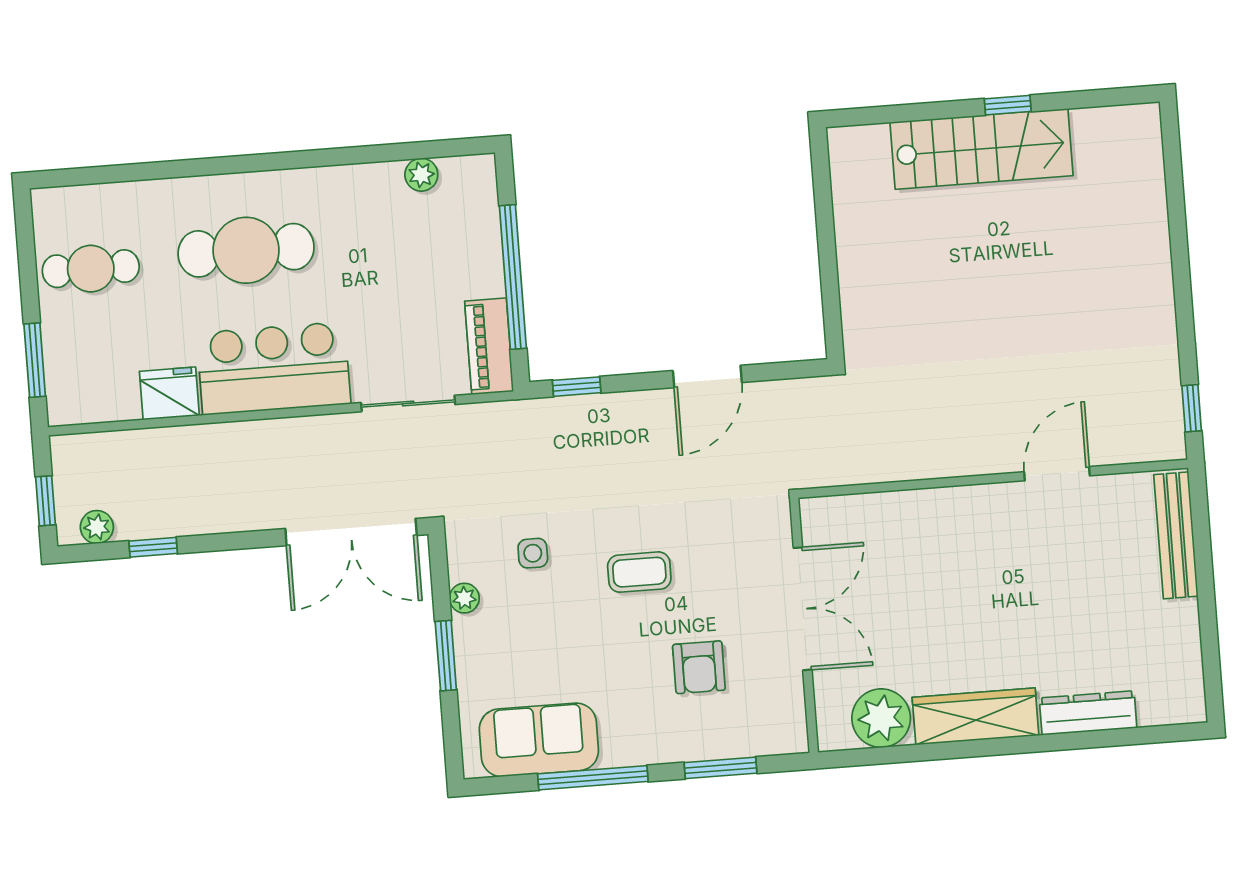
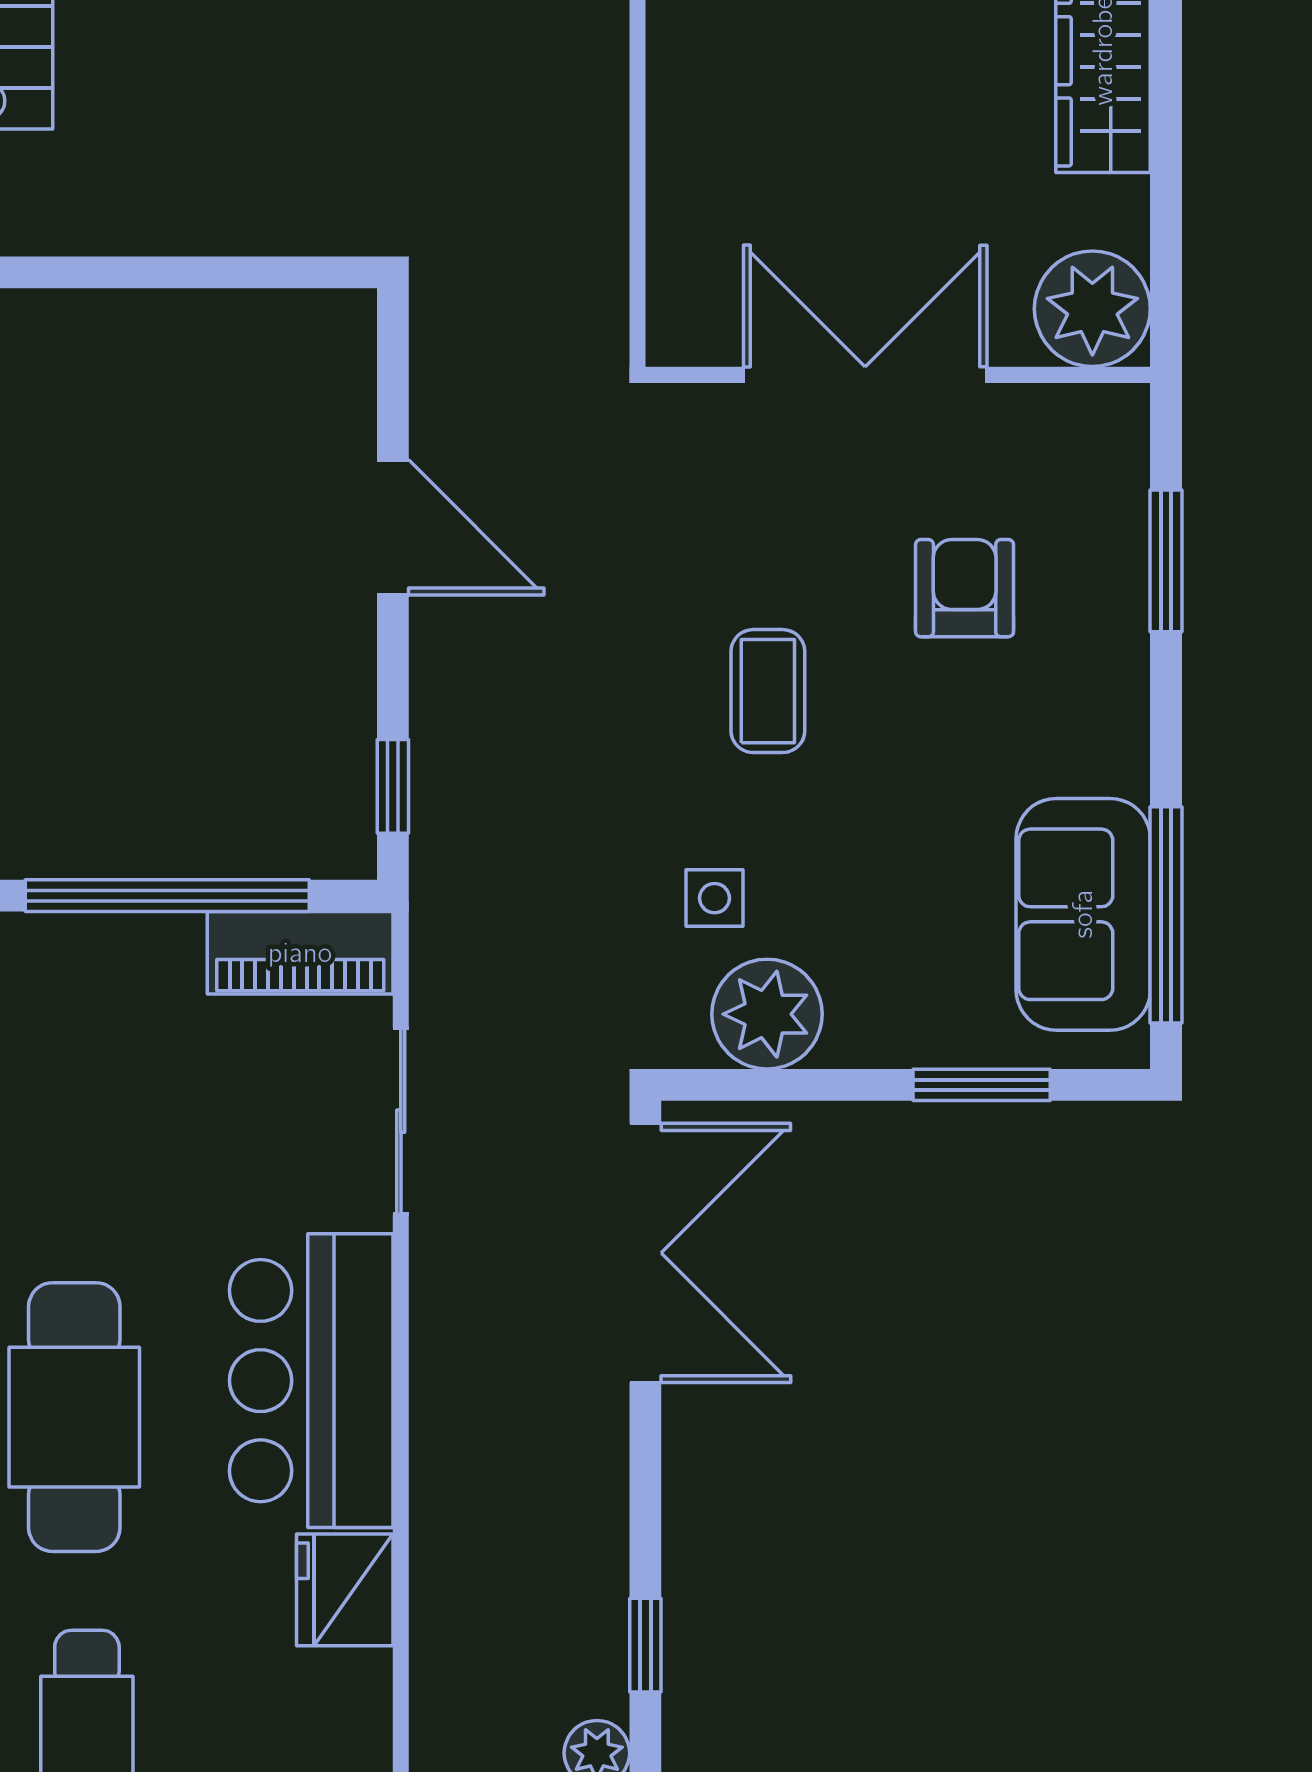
plant: (464, 598) -> (767, 1014), width x1.88, depth x1.88
window: (446, 656) -> (982, 1085), moved
armchair: (699, 667) -> (965, 588), turned -90
plant: (881, 718) -> (1092, 309), moved
window: (593, 778) -> (1166, 915), moved

